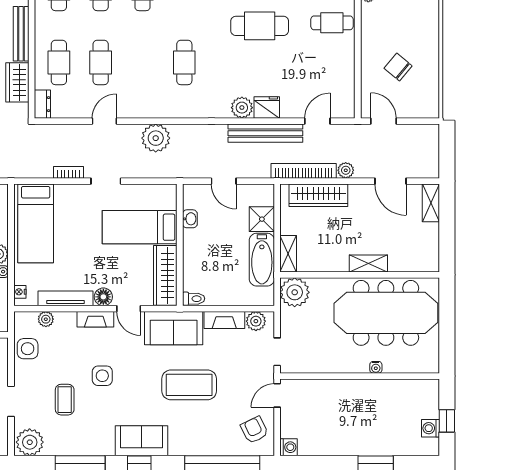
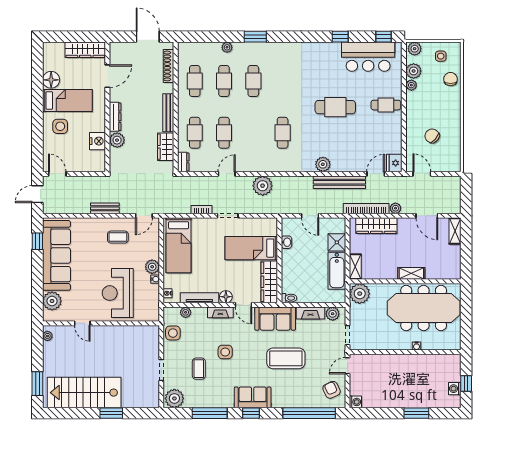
fridge: (267, 107) -> (394, 163), moved, turned -90

